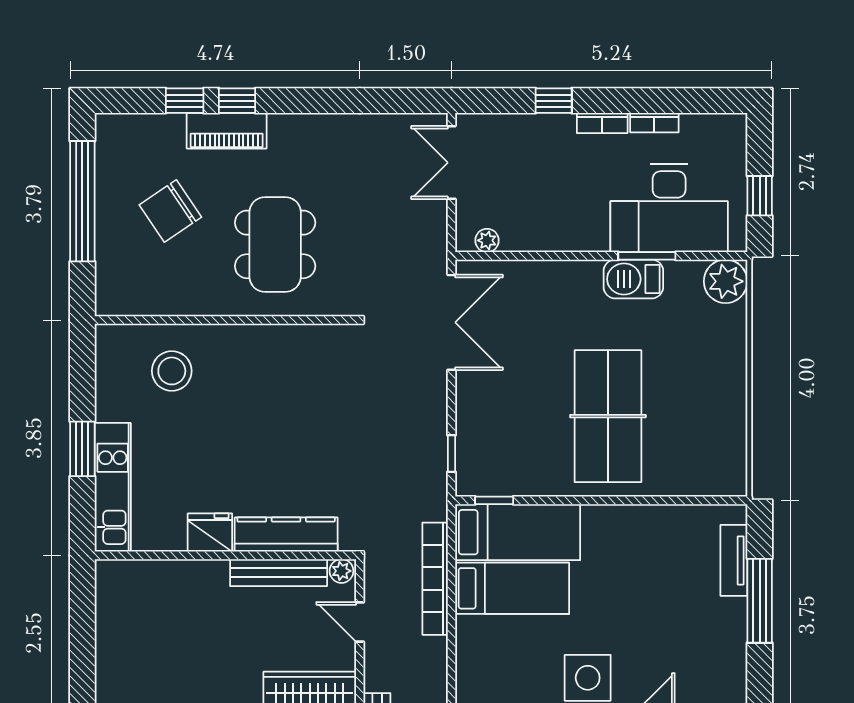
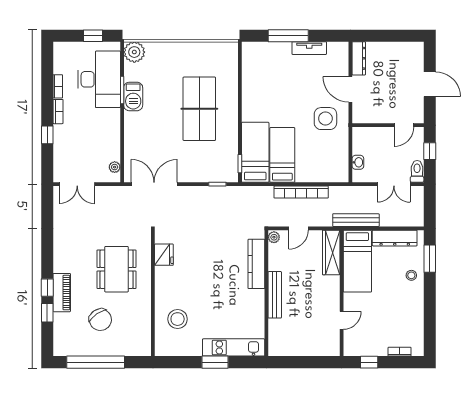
dining table: (275, 244) -> (117, 269), turned 90
table tennis table: (608, 416) -> (199, 109), turned 90
fridge: (210, 533) -> (164, 255), moved, turned 180
tv unit: (734, 560) -> (309, 48), moved
bench: (279, 573) -> (275, 295), moved
bookcase: (435, 579) -> (301, 192), moved

